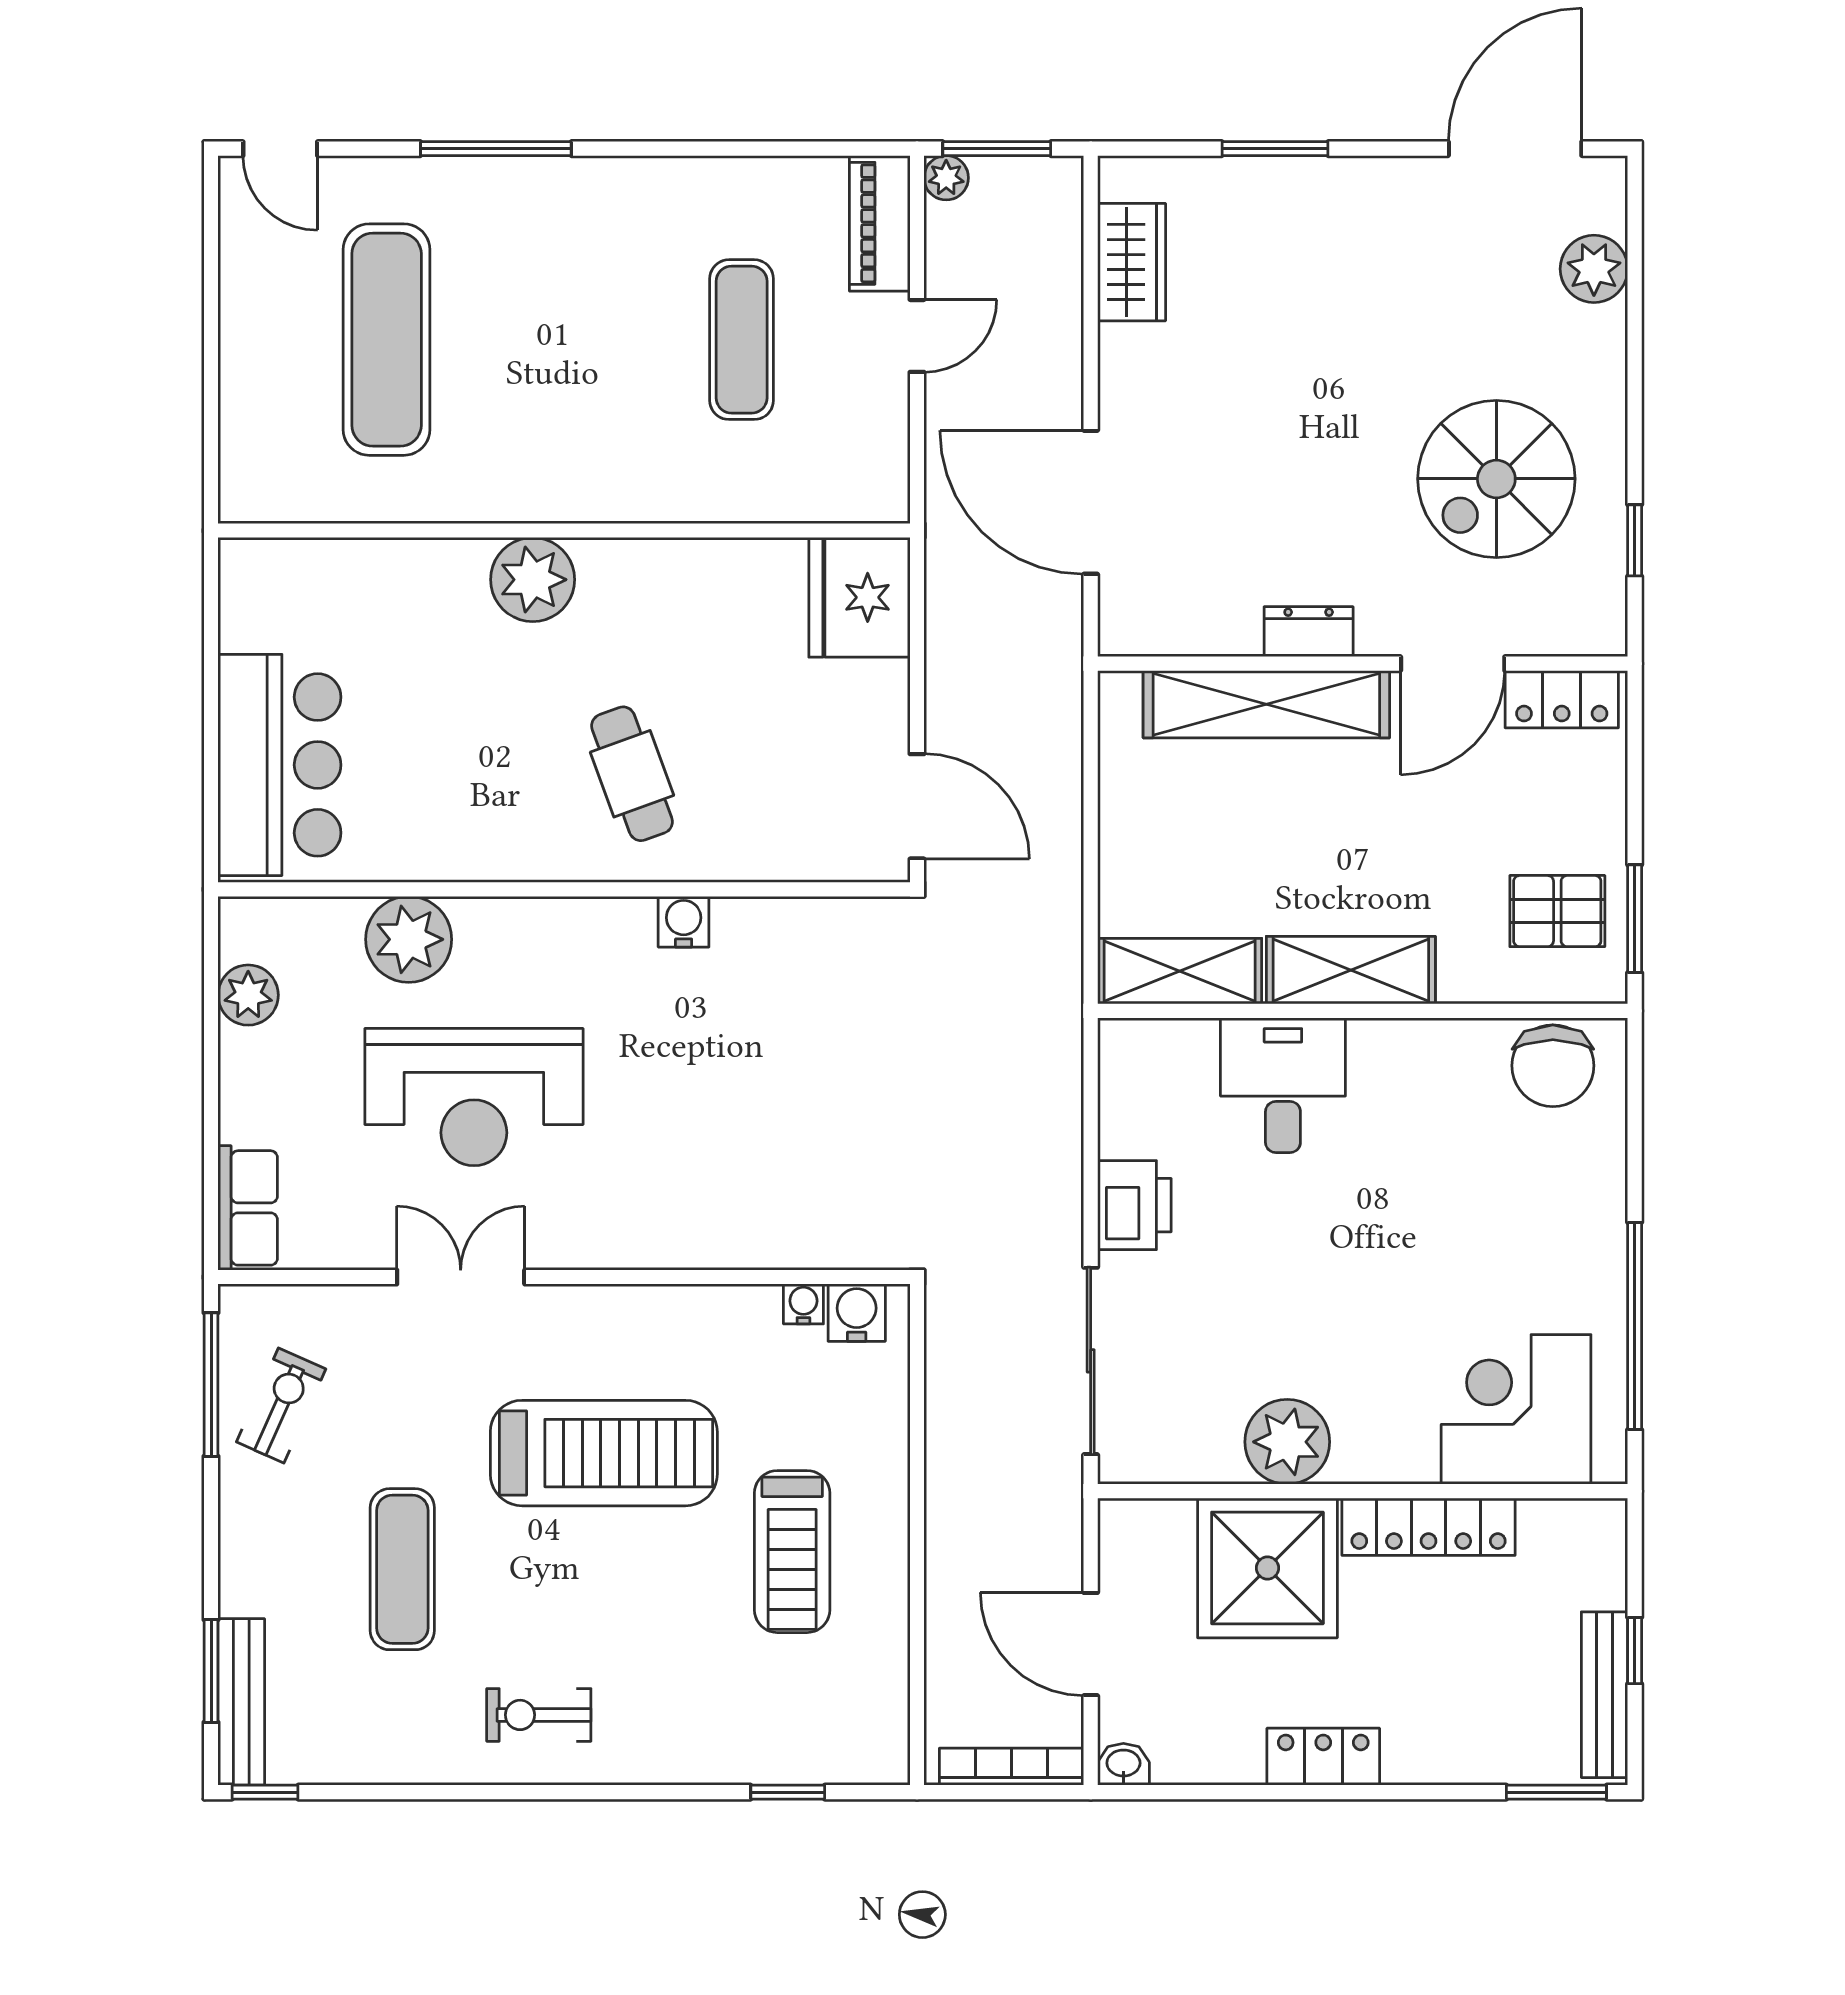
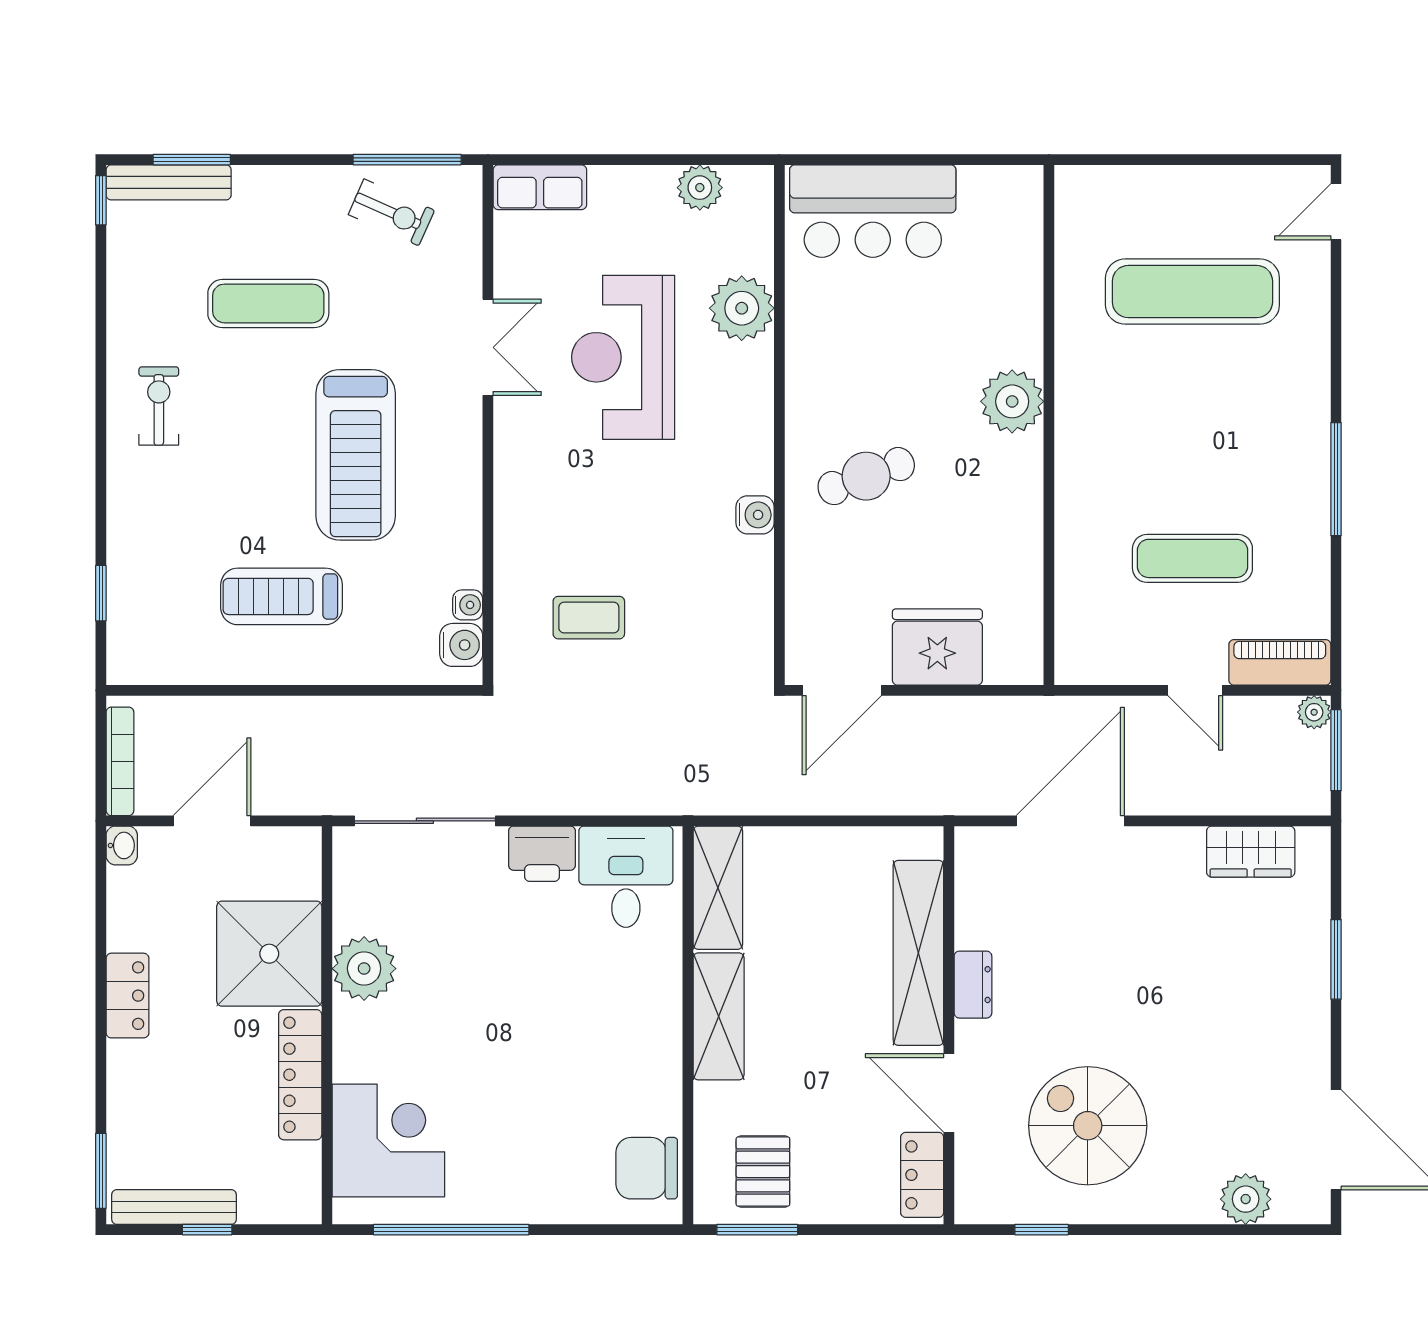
window: (496, 149) -> (1336, 479), moved
fridge: (859, 597) -> (937, 647), moved
desk: (1283, 1085) -> (626, 877), moved, turned -90
coffee table: (820, 1143) -> (589, 618), added

